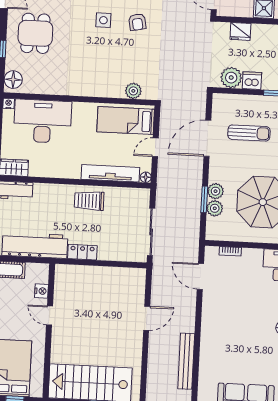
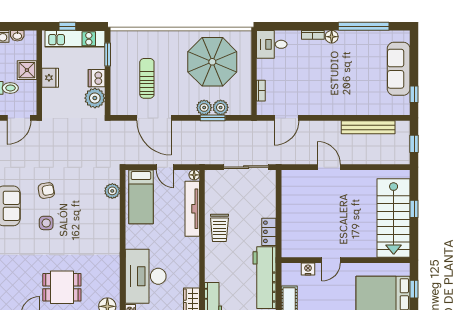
fridge: (240, 31) -> (50, 78), moved

